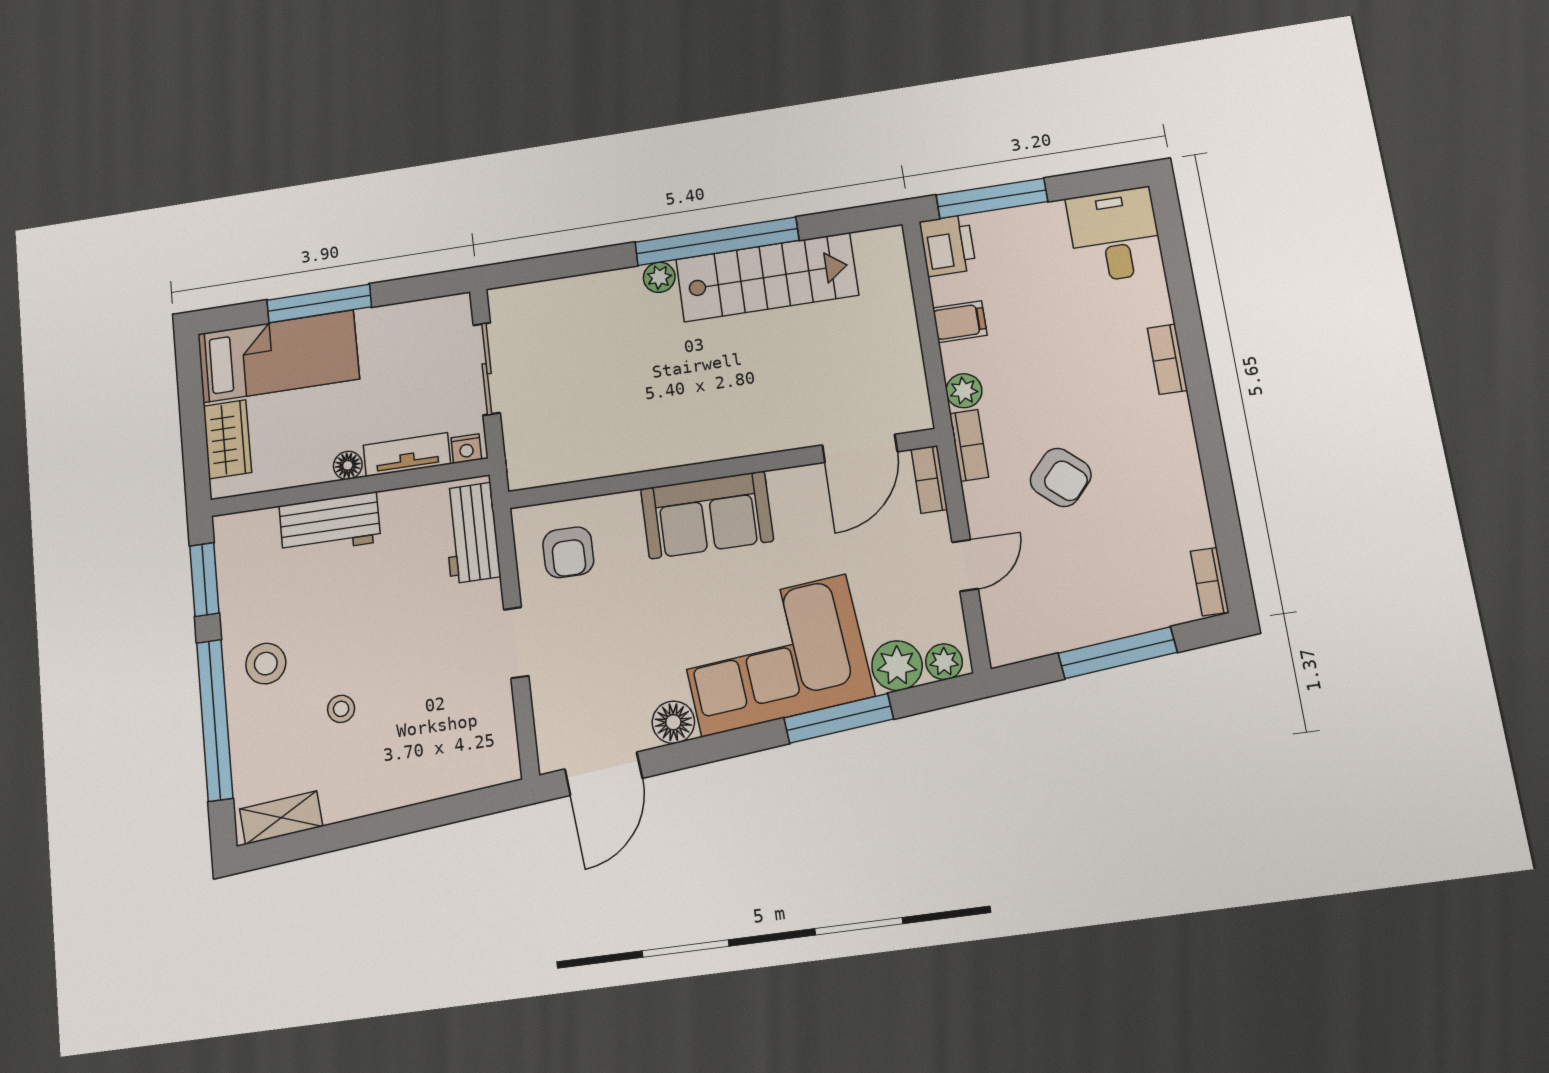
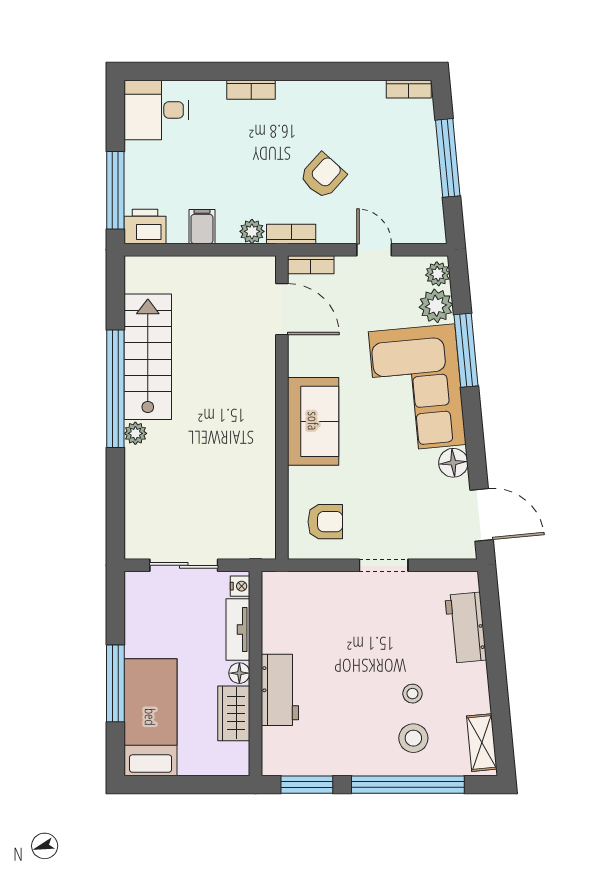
wardrobe: (227, 439) -> (234, 713), moved, turned -90
workbench: (471, 533) -> (466, 628), moved, turned 85
stool: (266, 664) -> (413, 738), moved

